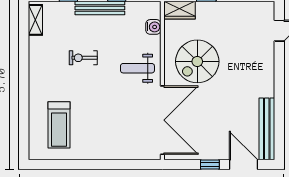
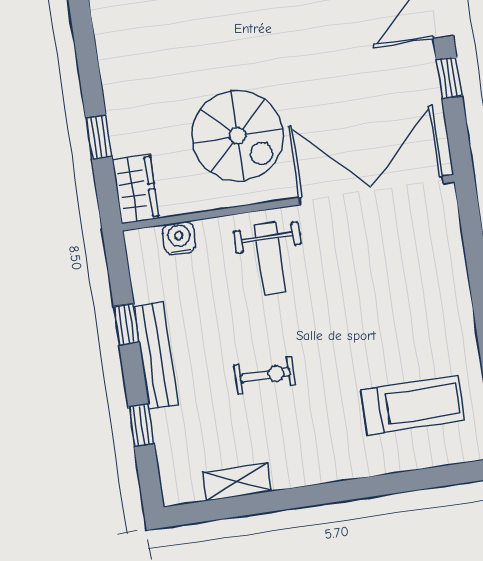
shelving: (35, 20) -> (237, 482), moved
exercise bike: (83, 58) -> (265, 375), turned -90

